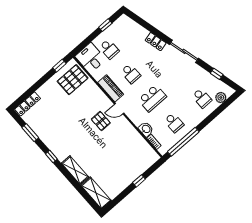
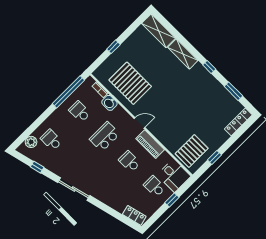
window: (105, 25) -> (172, 200), moved
locker: (156, 42) -> (134, 215), moved
window: (59, 66) -> (214, 157), moved
pallet: (101, 121) -> (130, 83), moved, width x2.05, depth x2.00

